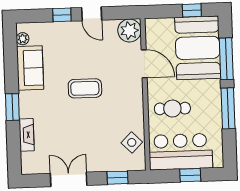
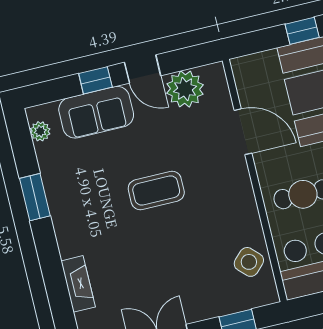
plant: (129, 31) -> (185, 89), moved
sofa: (30, 68) -> (96, 112), moved, turned 90
window: (12, 107) -> (35, 197), moved

